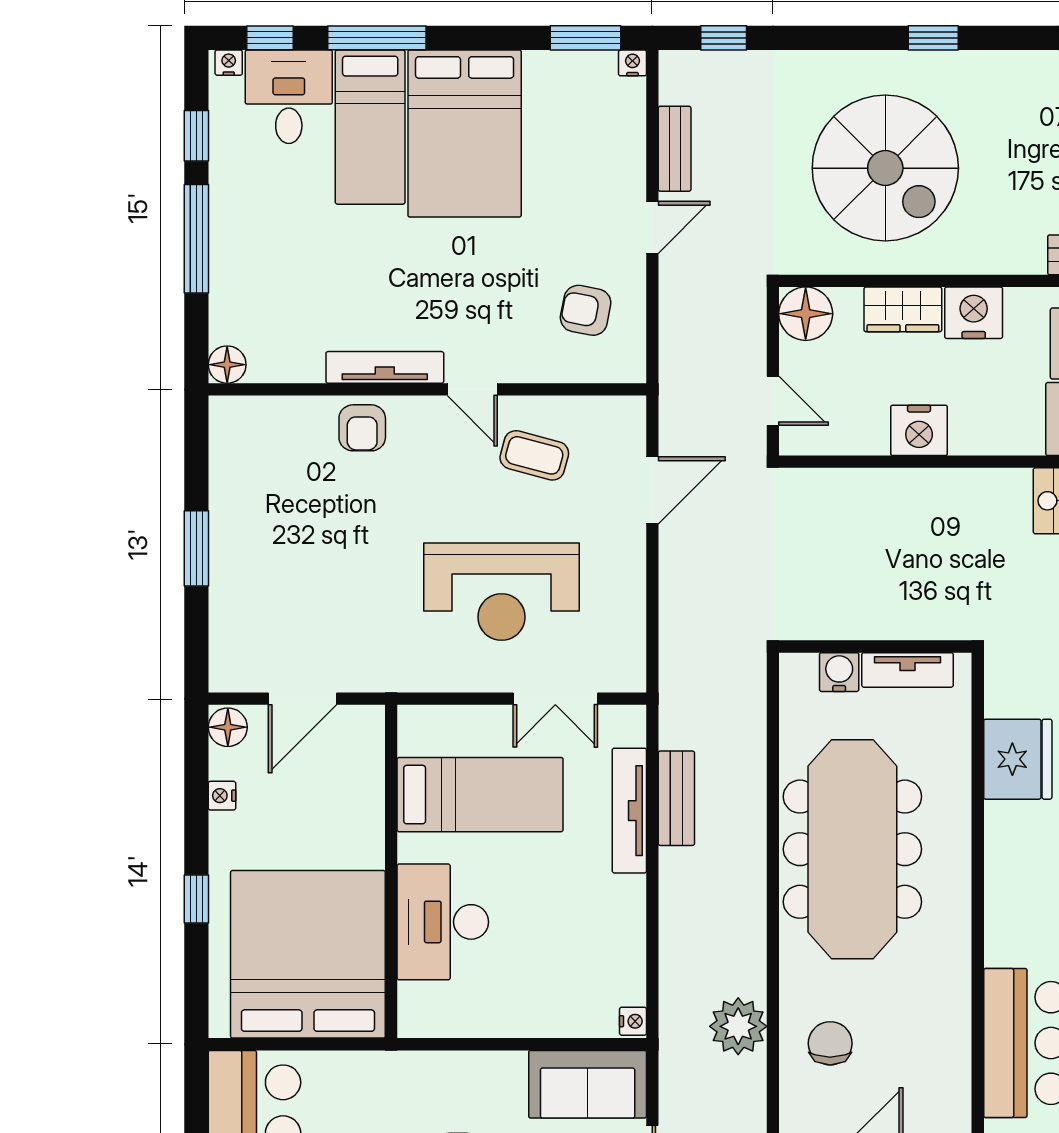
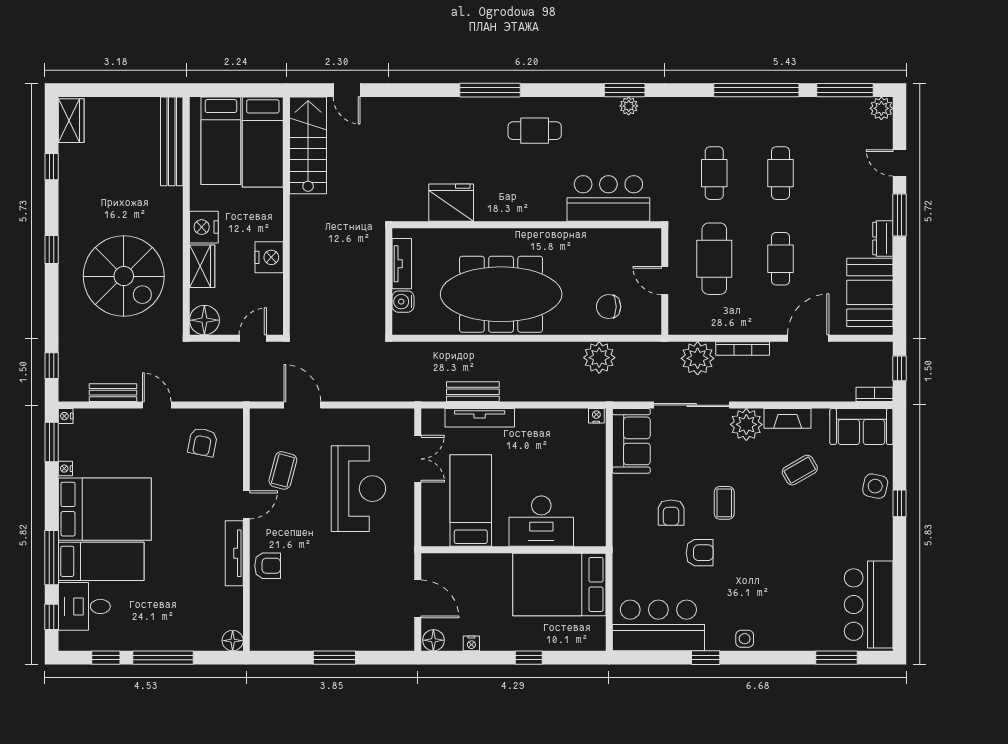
nightstand: (229, 63) -> (65, 469), moved
spiral stairs: (885, 168) -> (124, 276), turned 90
bed: (308, 954) -> (559, 584), width x0.73

